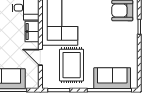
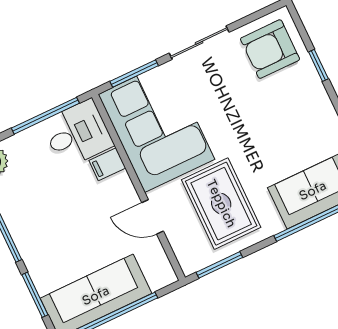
filing cabinet: (32, 31) -> (107, 164), width x0.50

